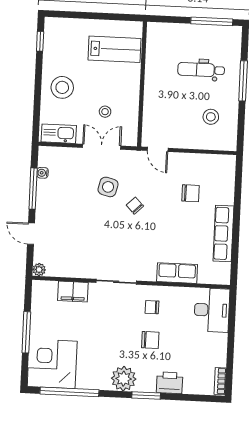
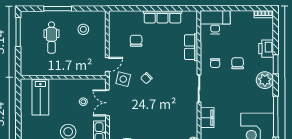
lab bench: (114, 49) -> (40, 97), turned 180
side table: (108, 187) -> (123, 79), moved

